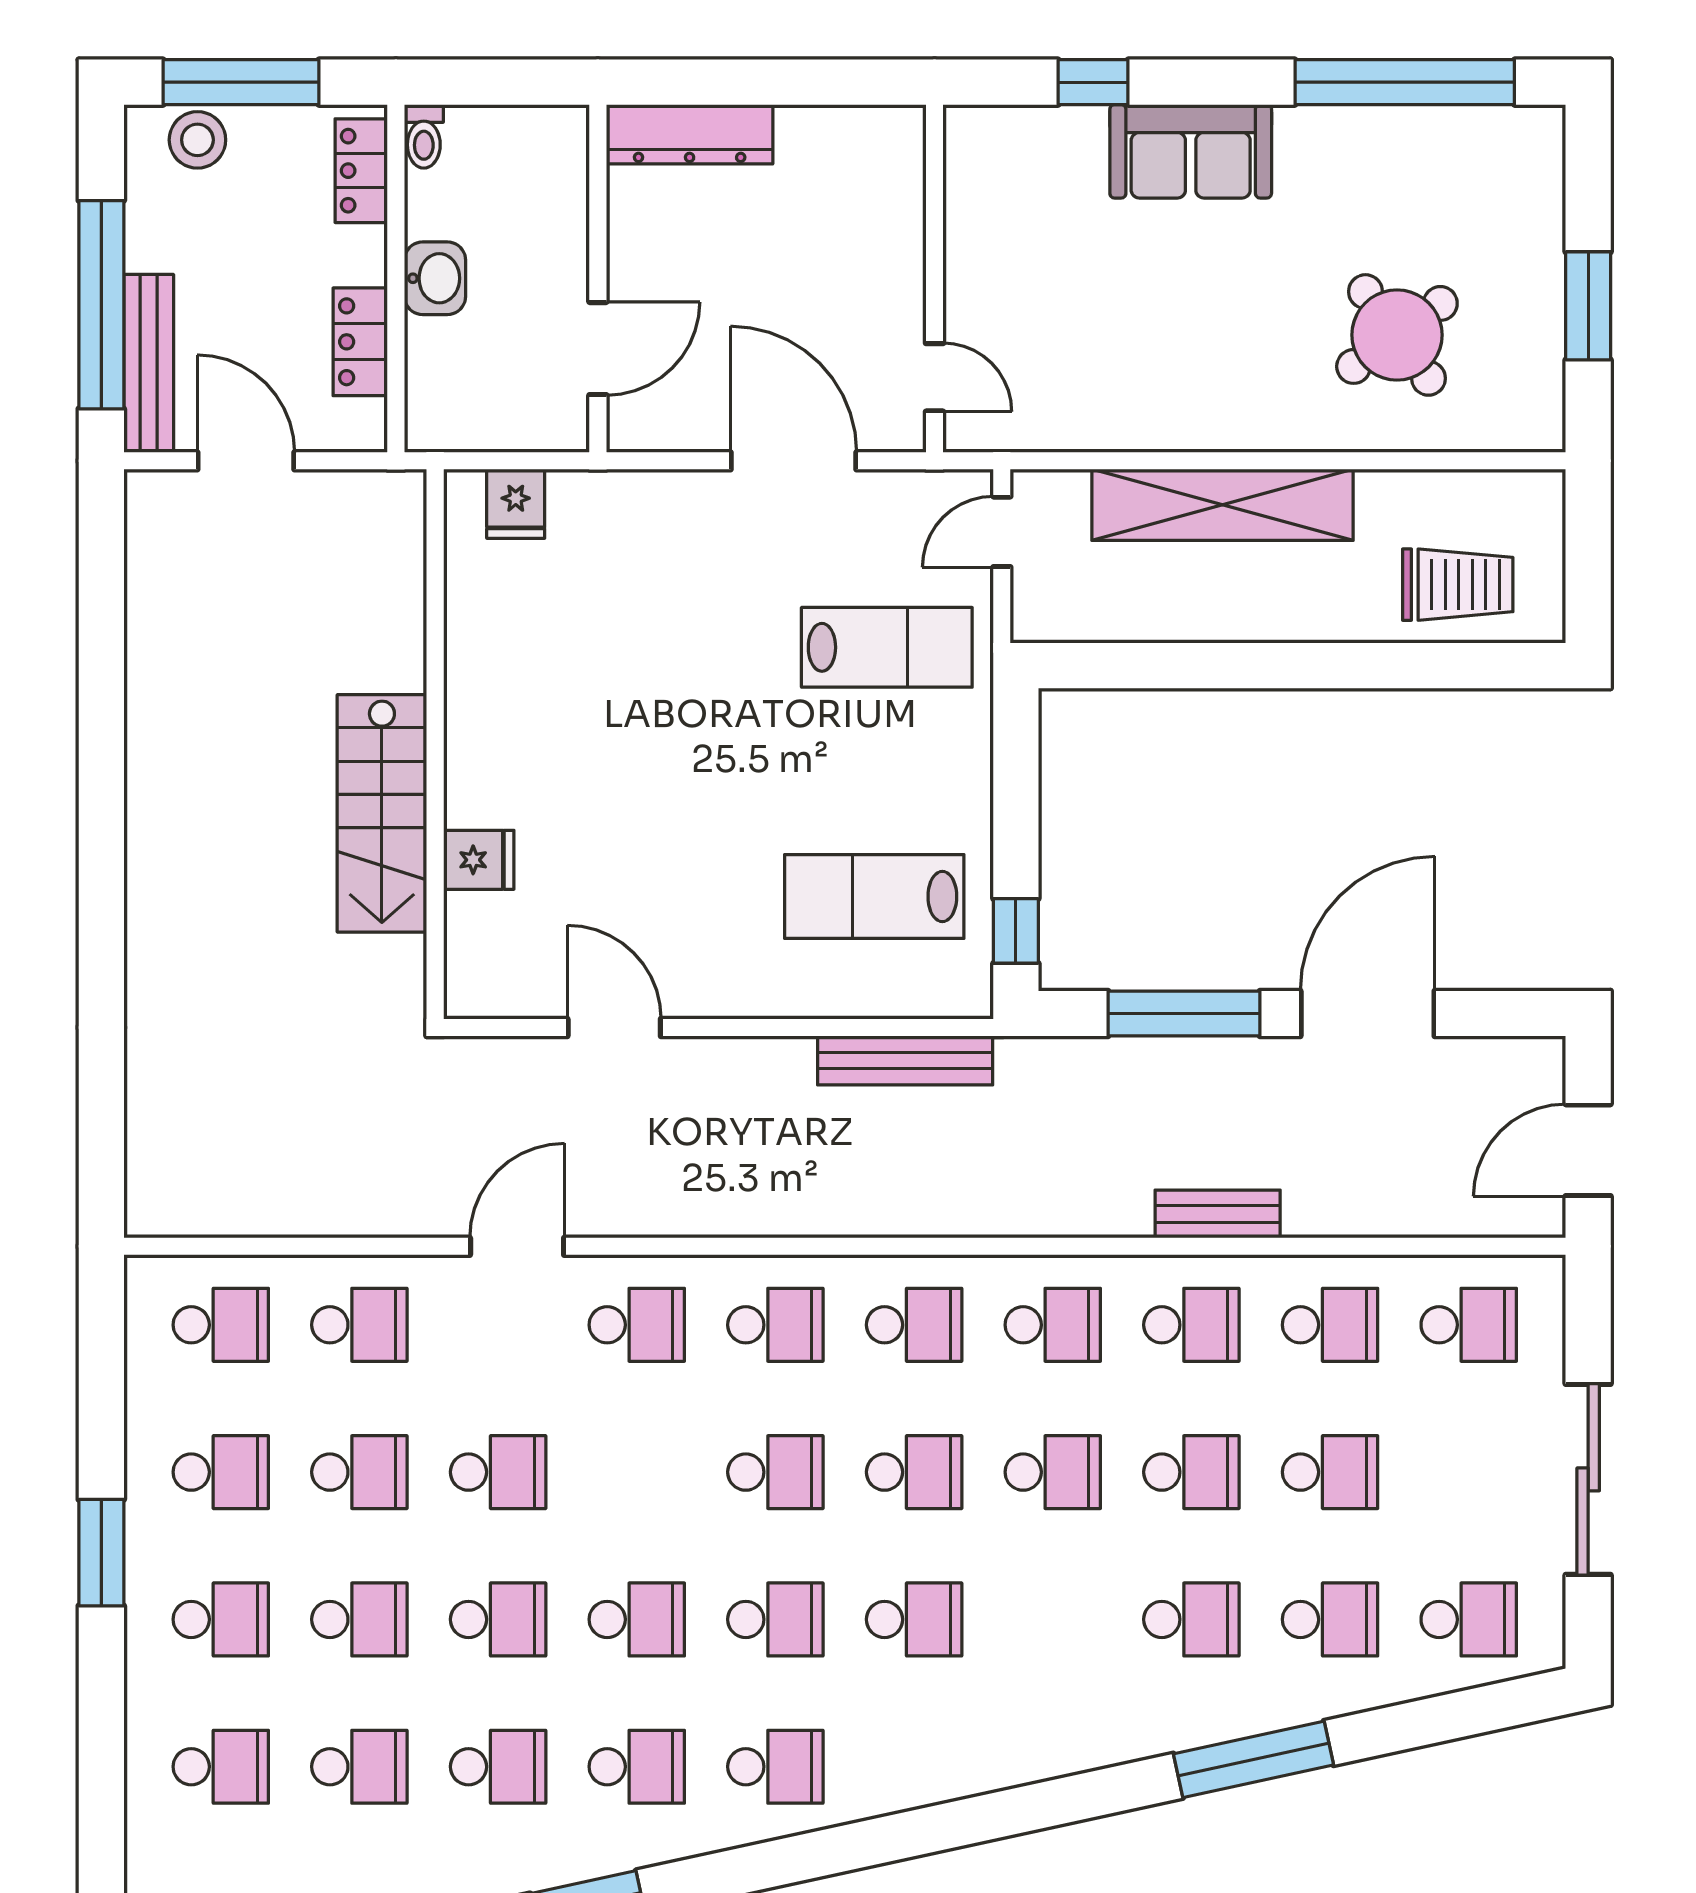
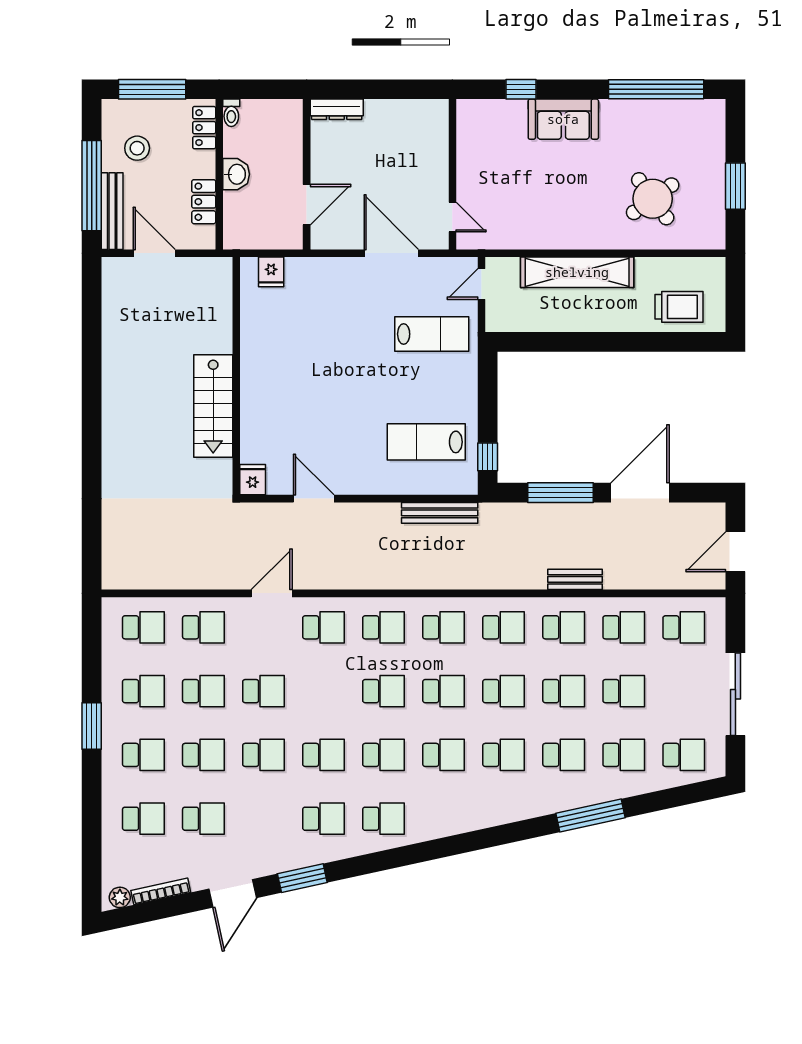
dresser: (690, 134) -> (337, 109), width x0.73, depth x0.80
stool: (197, 140) -> (137, 148), moved
fridge: (479, 860) -> (253, 480), moved, turned -90
school desk: (498, 1767) -> (504, 755), moved

